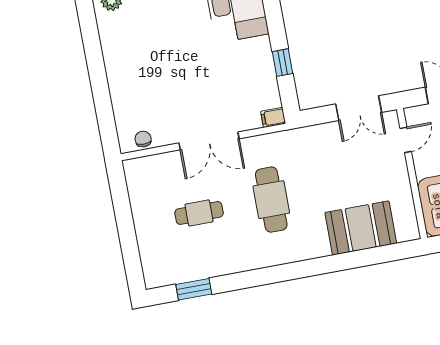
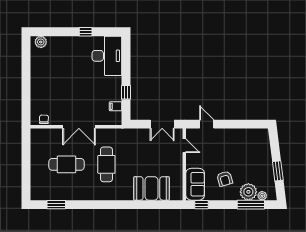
filing cabinet: (273, 117) -> (116, 106), moved
door: (406, 140) -> (184, 146), hinge flipped
cafe table: (199, 213) -> (66, 164), width x1.37, depth x1.35

